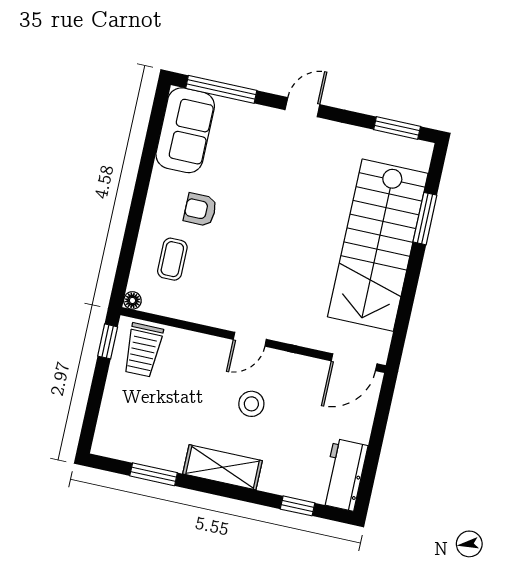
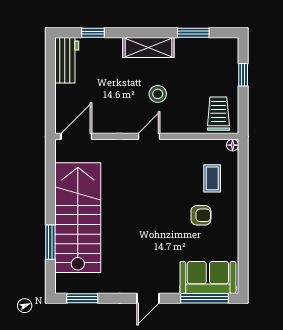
sofa: (185, 130) -> (208, 278), moved, turned 90
window: (108, 341) -> (243, 75), moved
stool: (251, 404) -> (158, 94), moved

